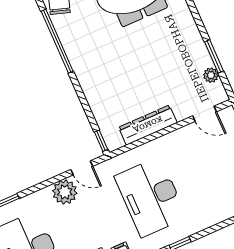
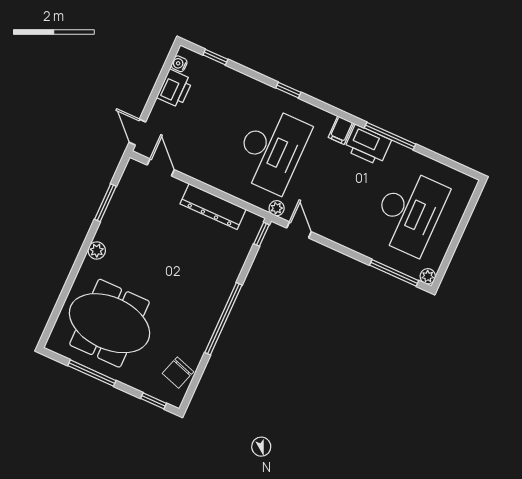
window: (57, 41) -> (223, 319), moved
plant: (211, 75) -> (97, 250), moved
plant: (65, 192) -> (277, 208), moved, width x0.53, depth x0.53

